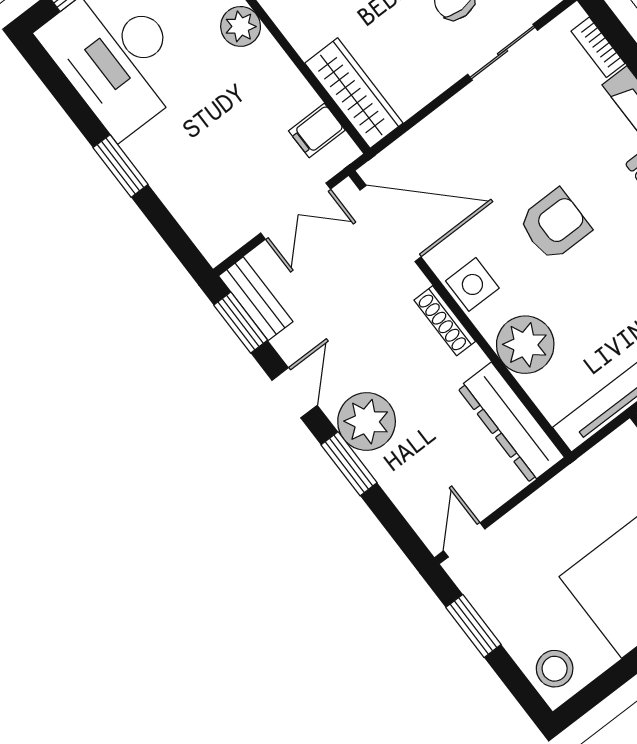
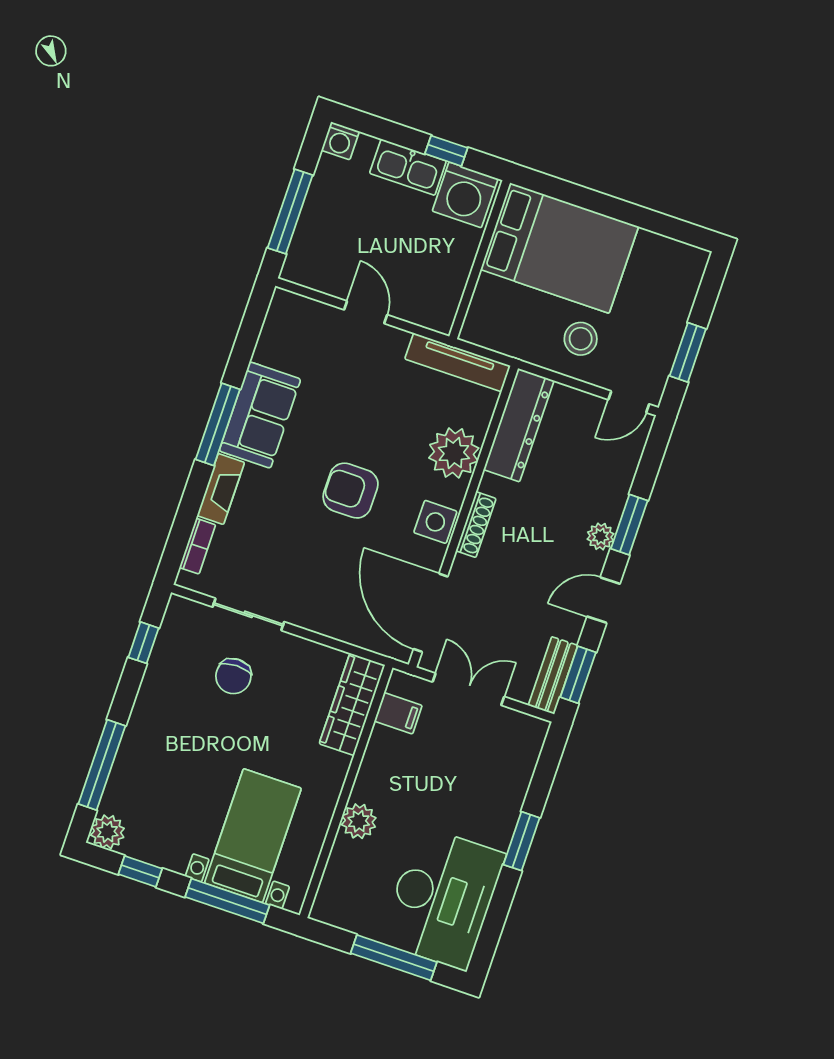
plant: (367, 422) -> (601, 536), width x0.53, depth x0.53
stool: (555, 669) -> (581, 339), moved

